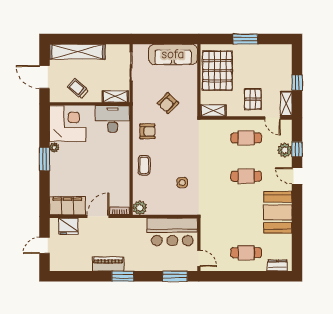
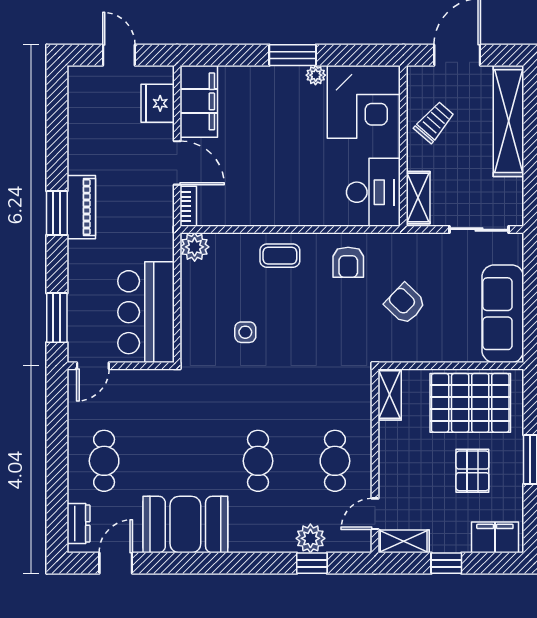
filing cabinet: (284, 58) -> (495, 537), added
pallet: (253, 99) -> (472, 471), moved, turned 90
door: (297, 176) -> (116, 563), moved
piano: (108, 264) -> (81, 207), moved

